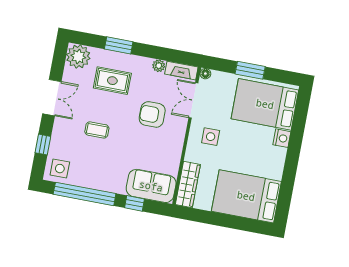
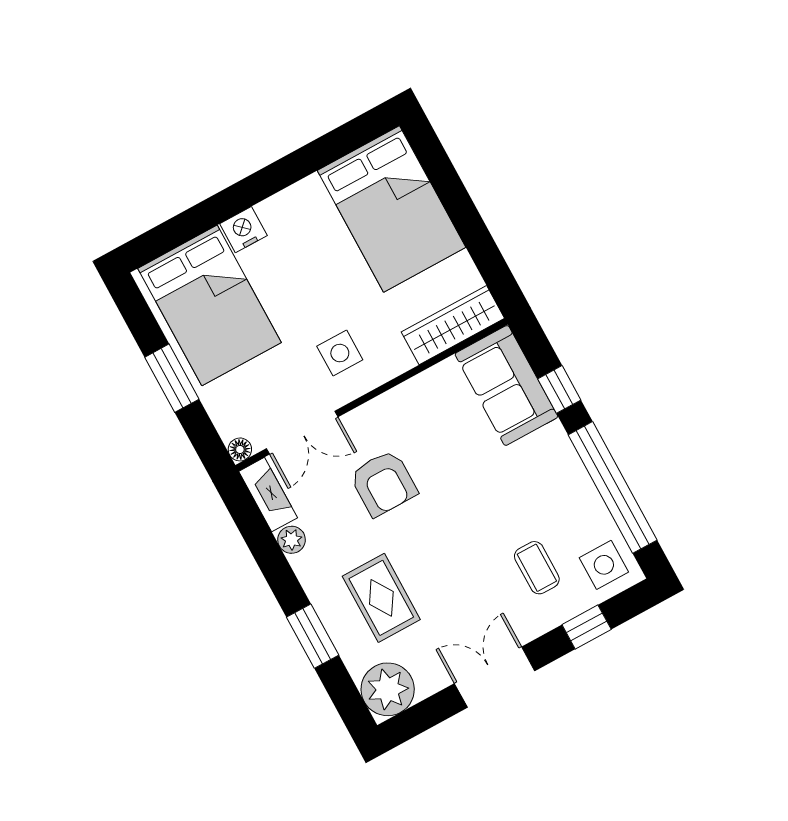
coffee table: (97, 130) -> (537, 568), moved

